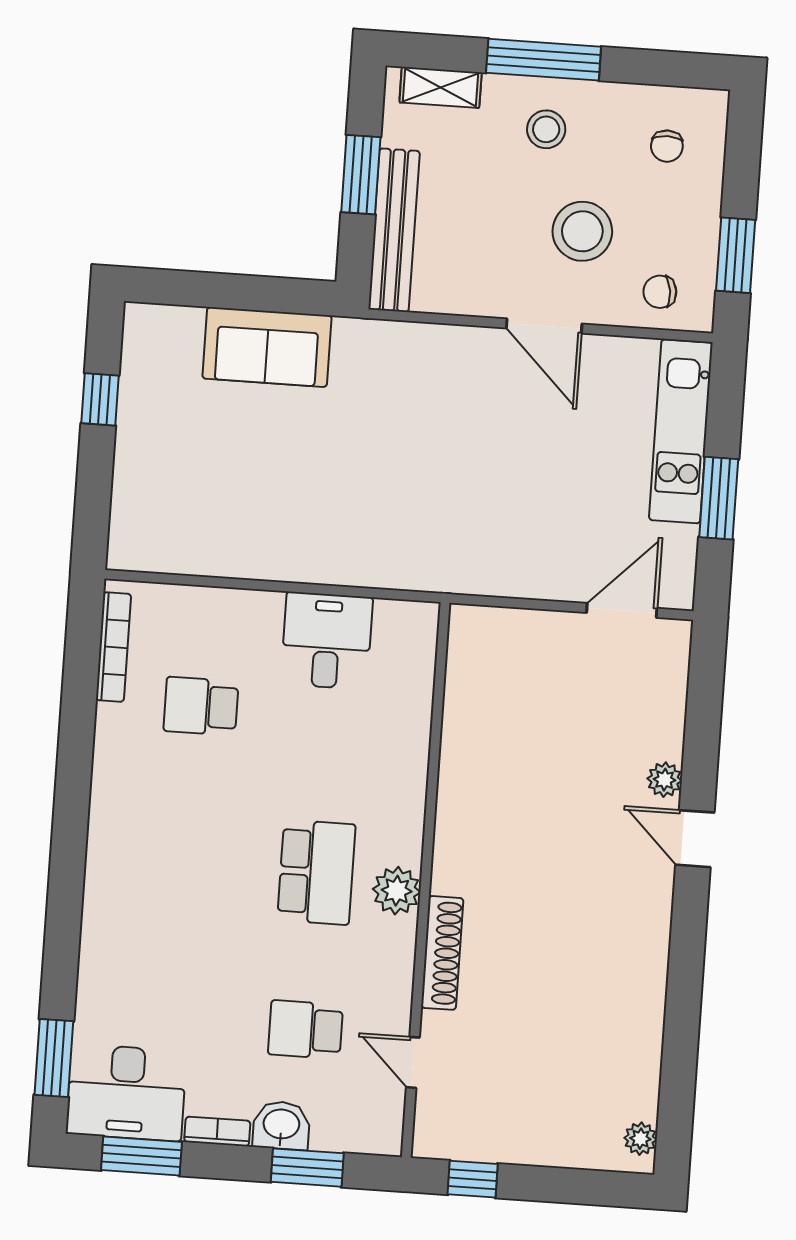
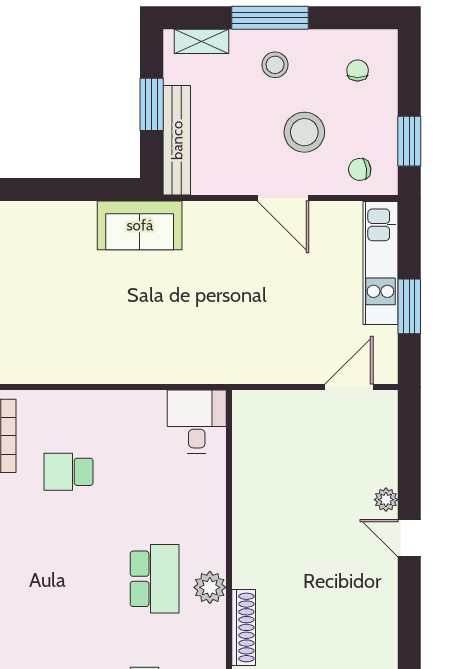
chair: (667, 146) -> (358, 70), turned 180
sofa: (267, 347) -> (140, 225), moved
desk: (327, 641) -> (197, 421), moved

